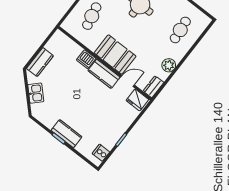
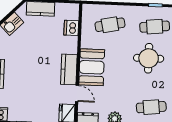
dishwasher: (86, 59) -> (71, 28), moved

